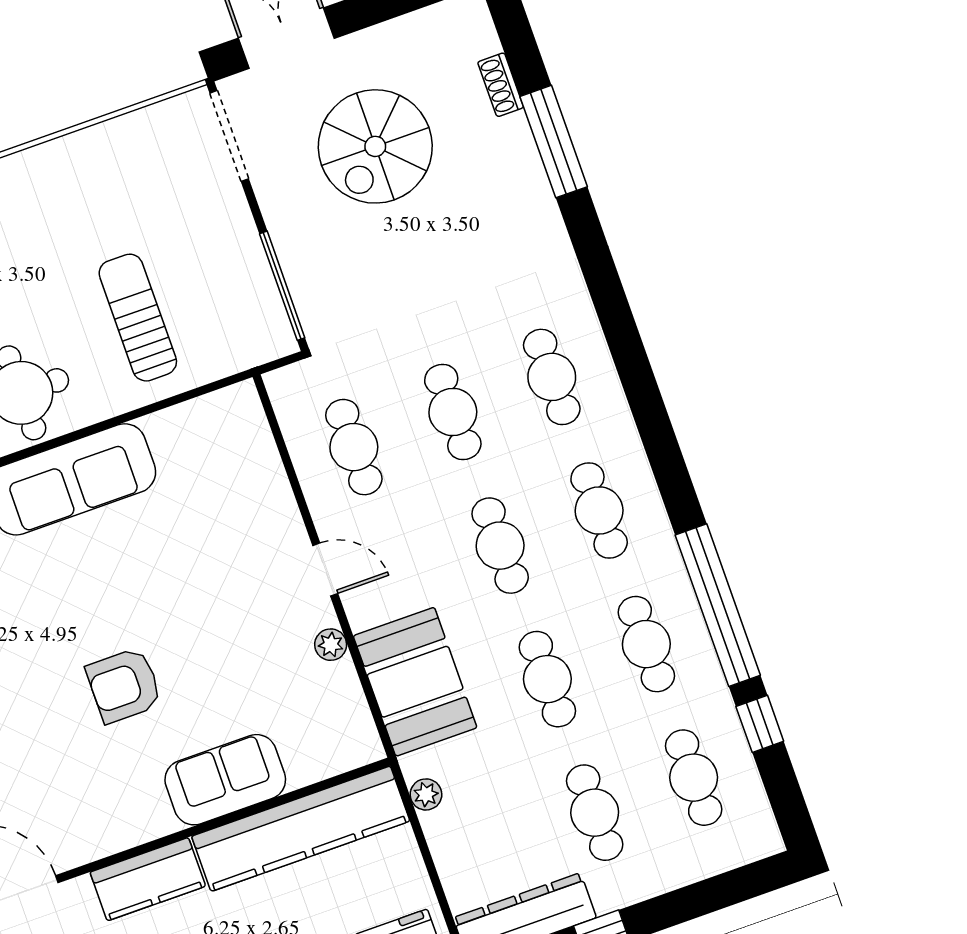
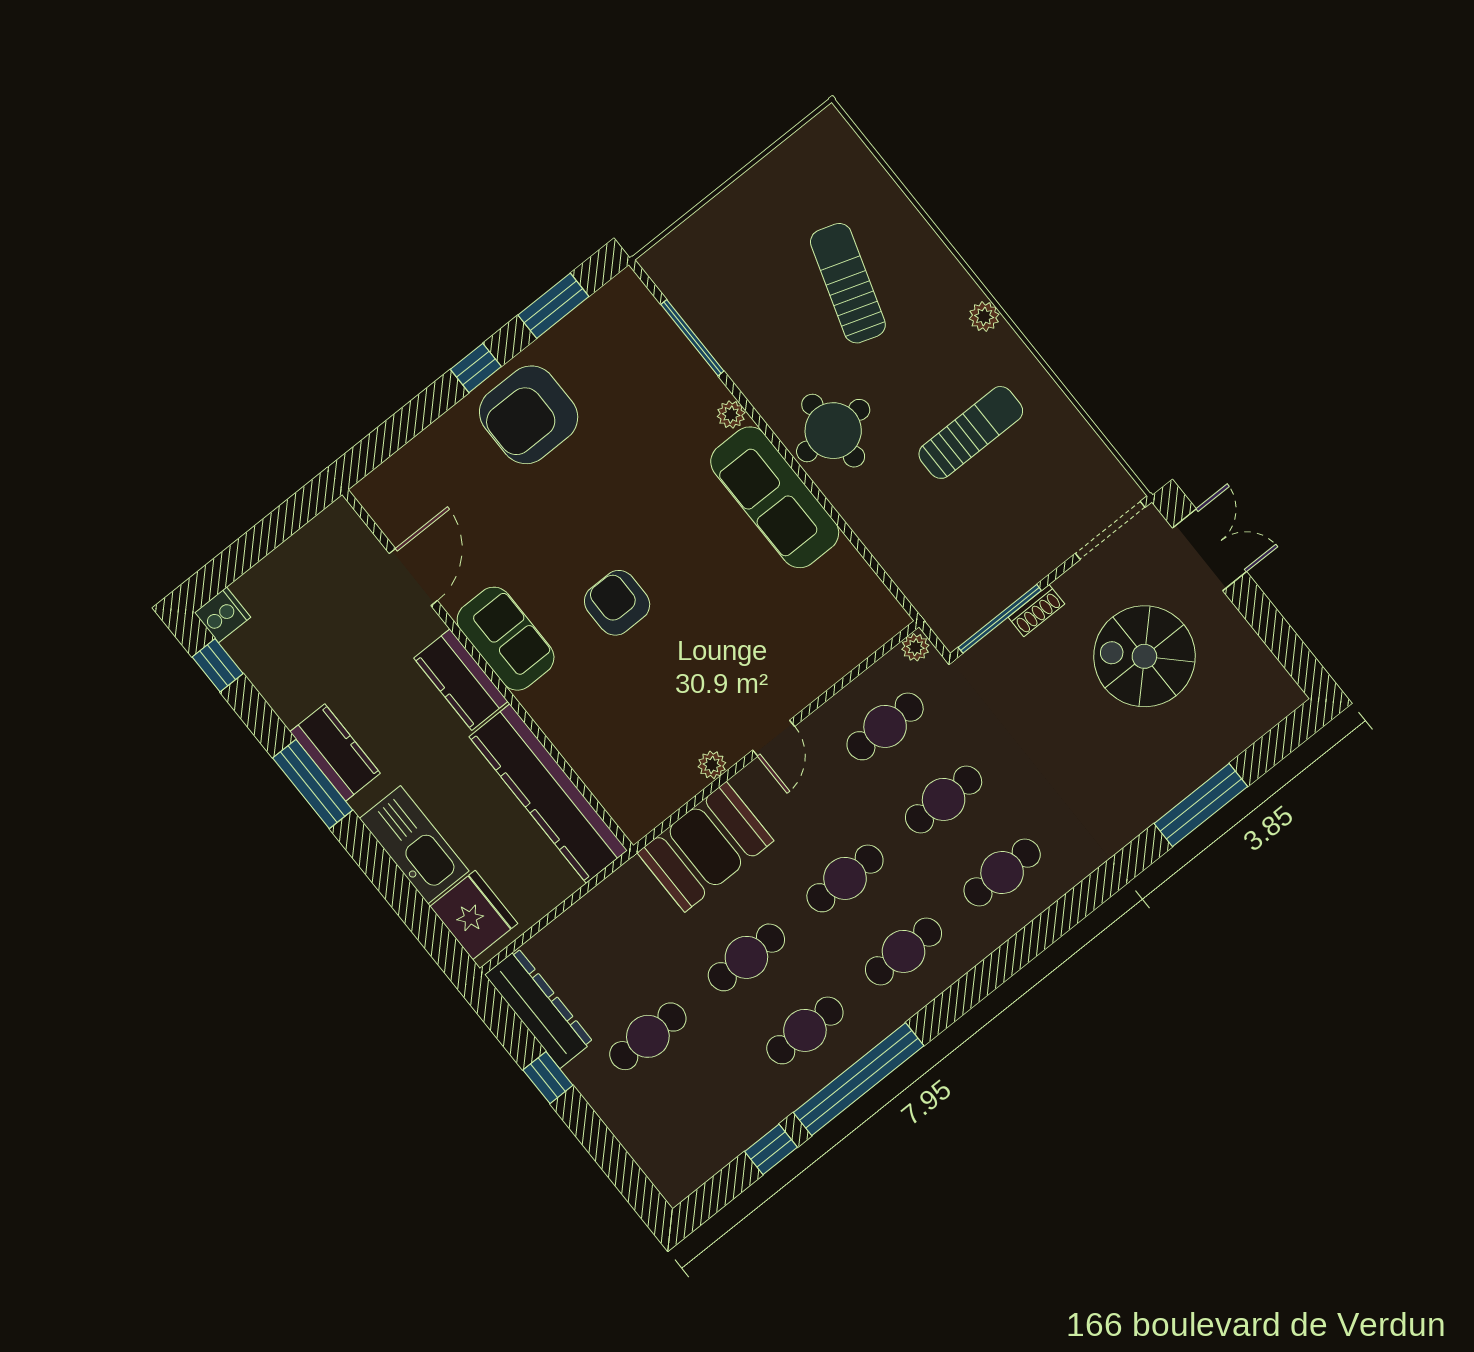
shoe rack: (501, 85) -> (1036, 611), moved, turned 180
sun lounger: (138, 318) -> (971, 432), moved
cafe table: (694, 778) -> (706, 1109), removed
sofa: (225, 780) -> (506, 639), moved
plant: (426, 794) -> (915, 647), moved

